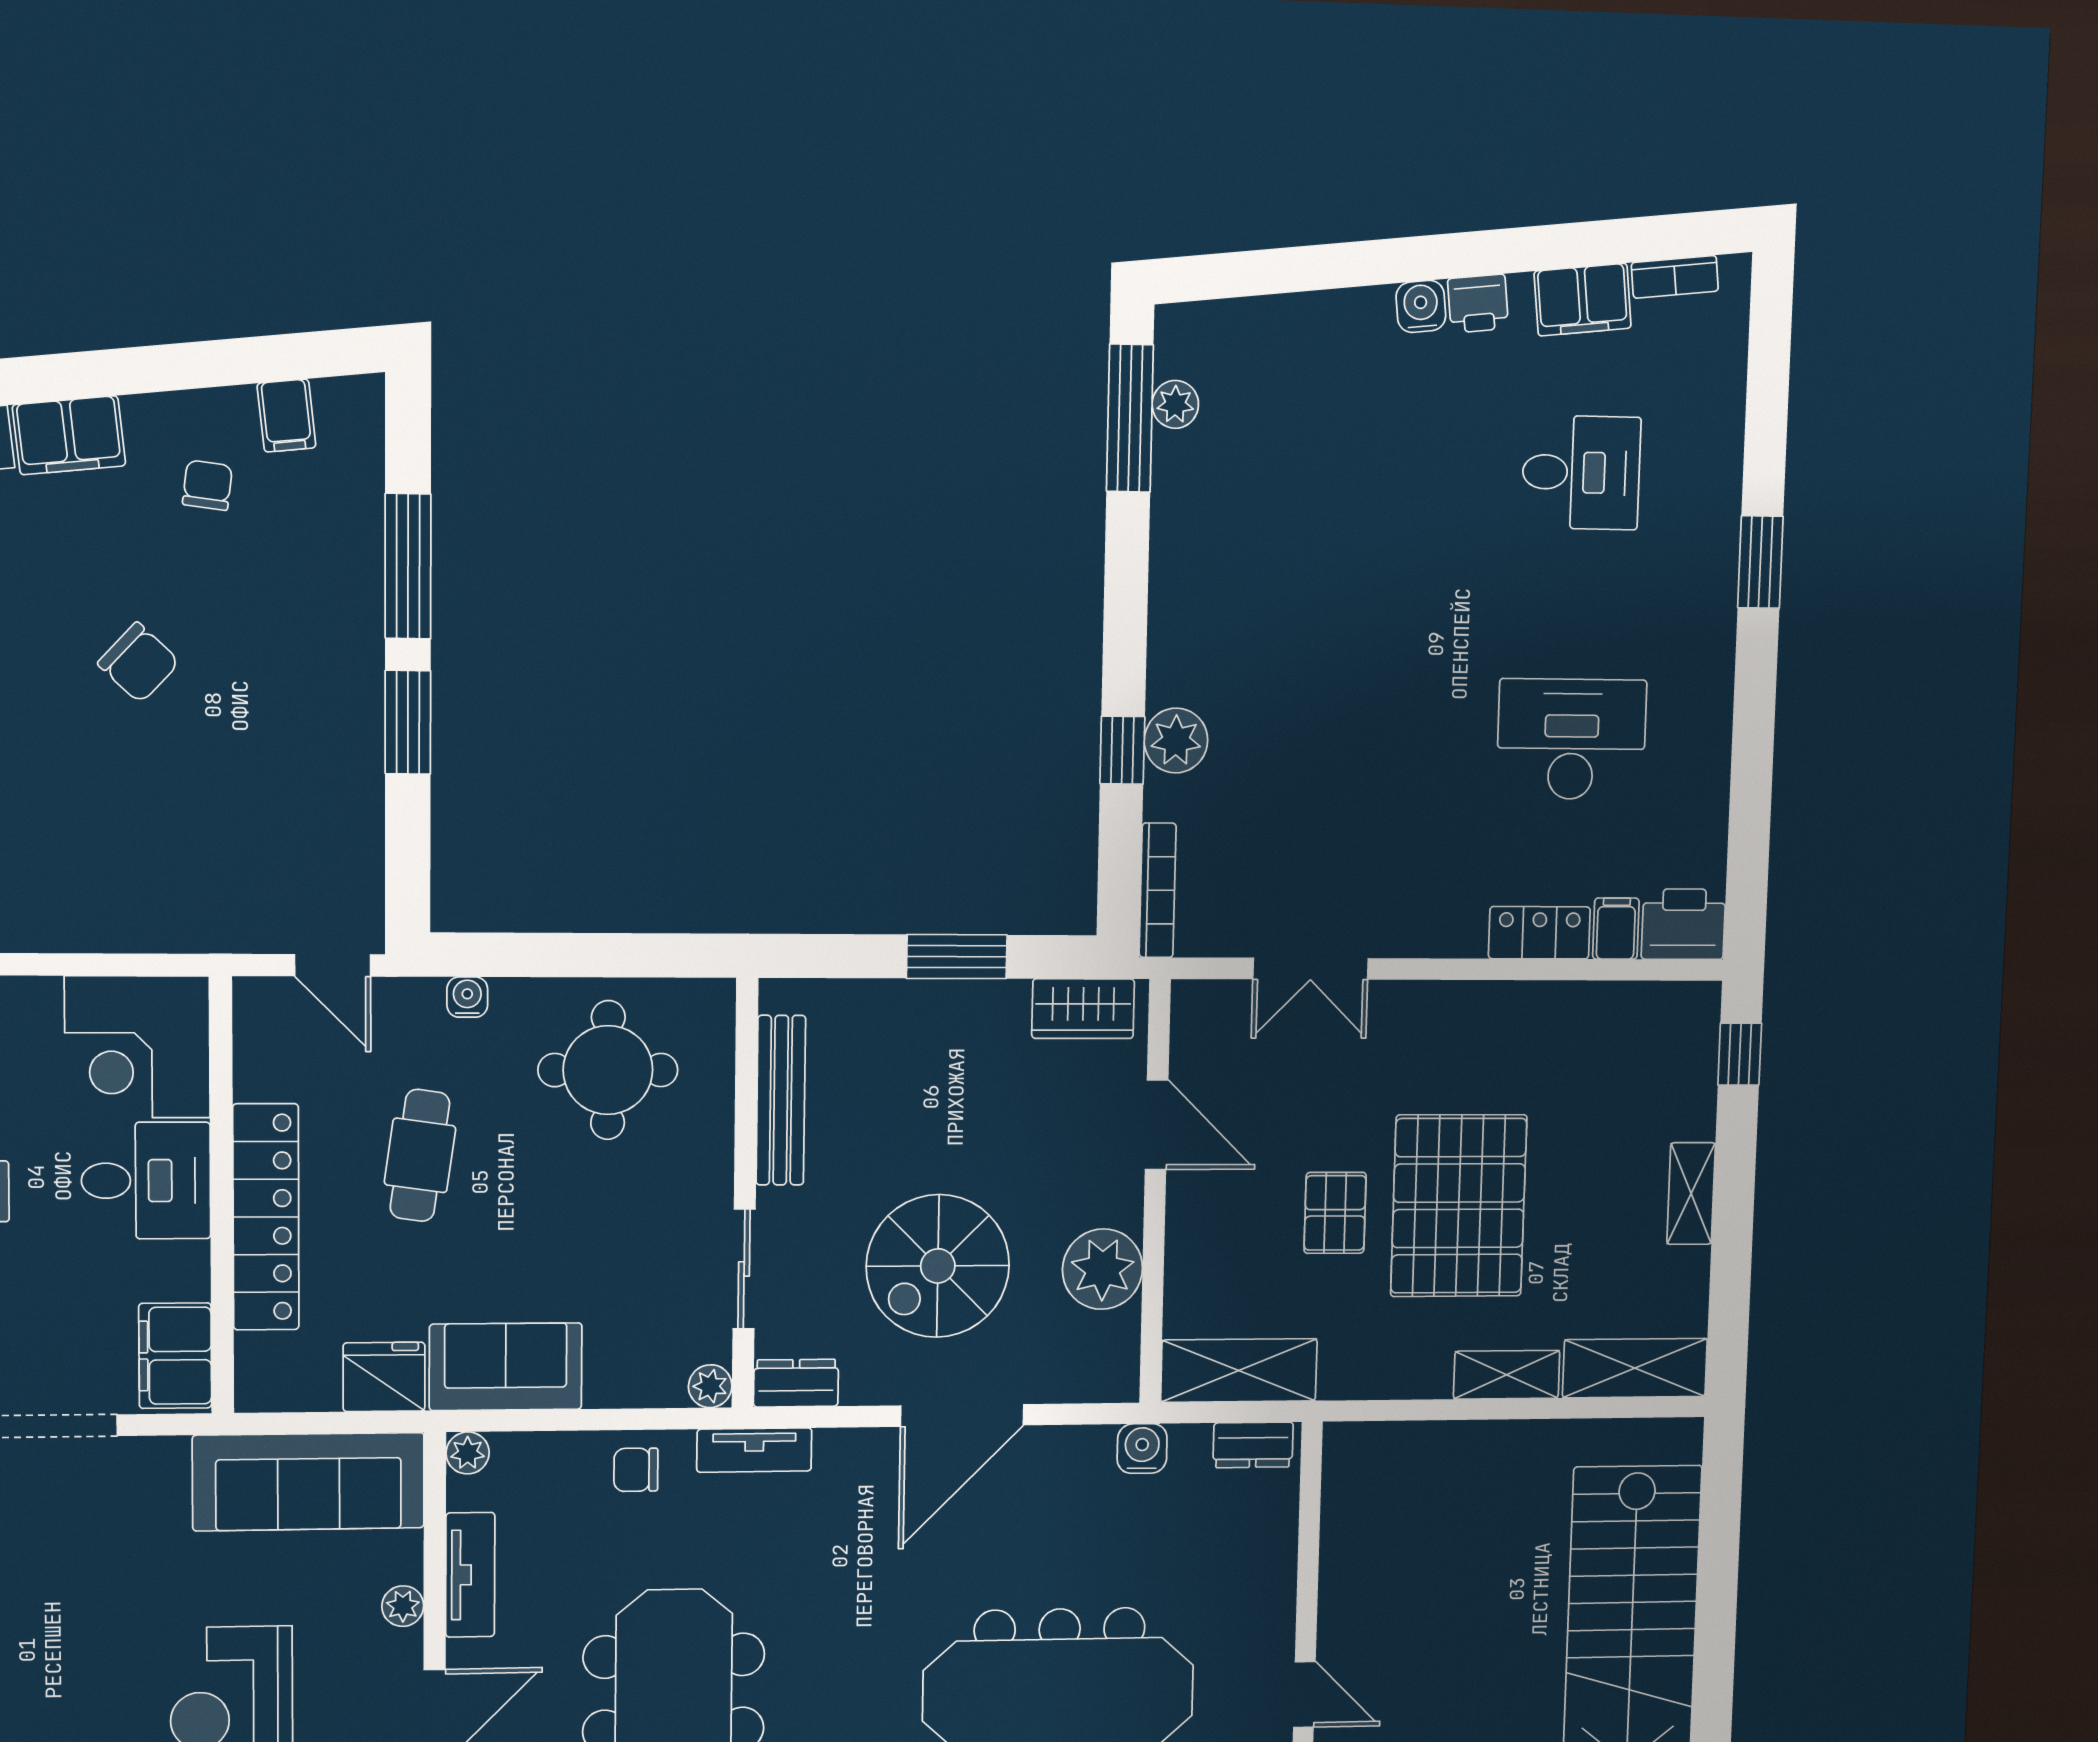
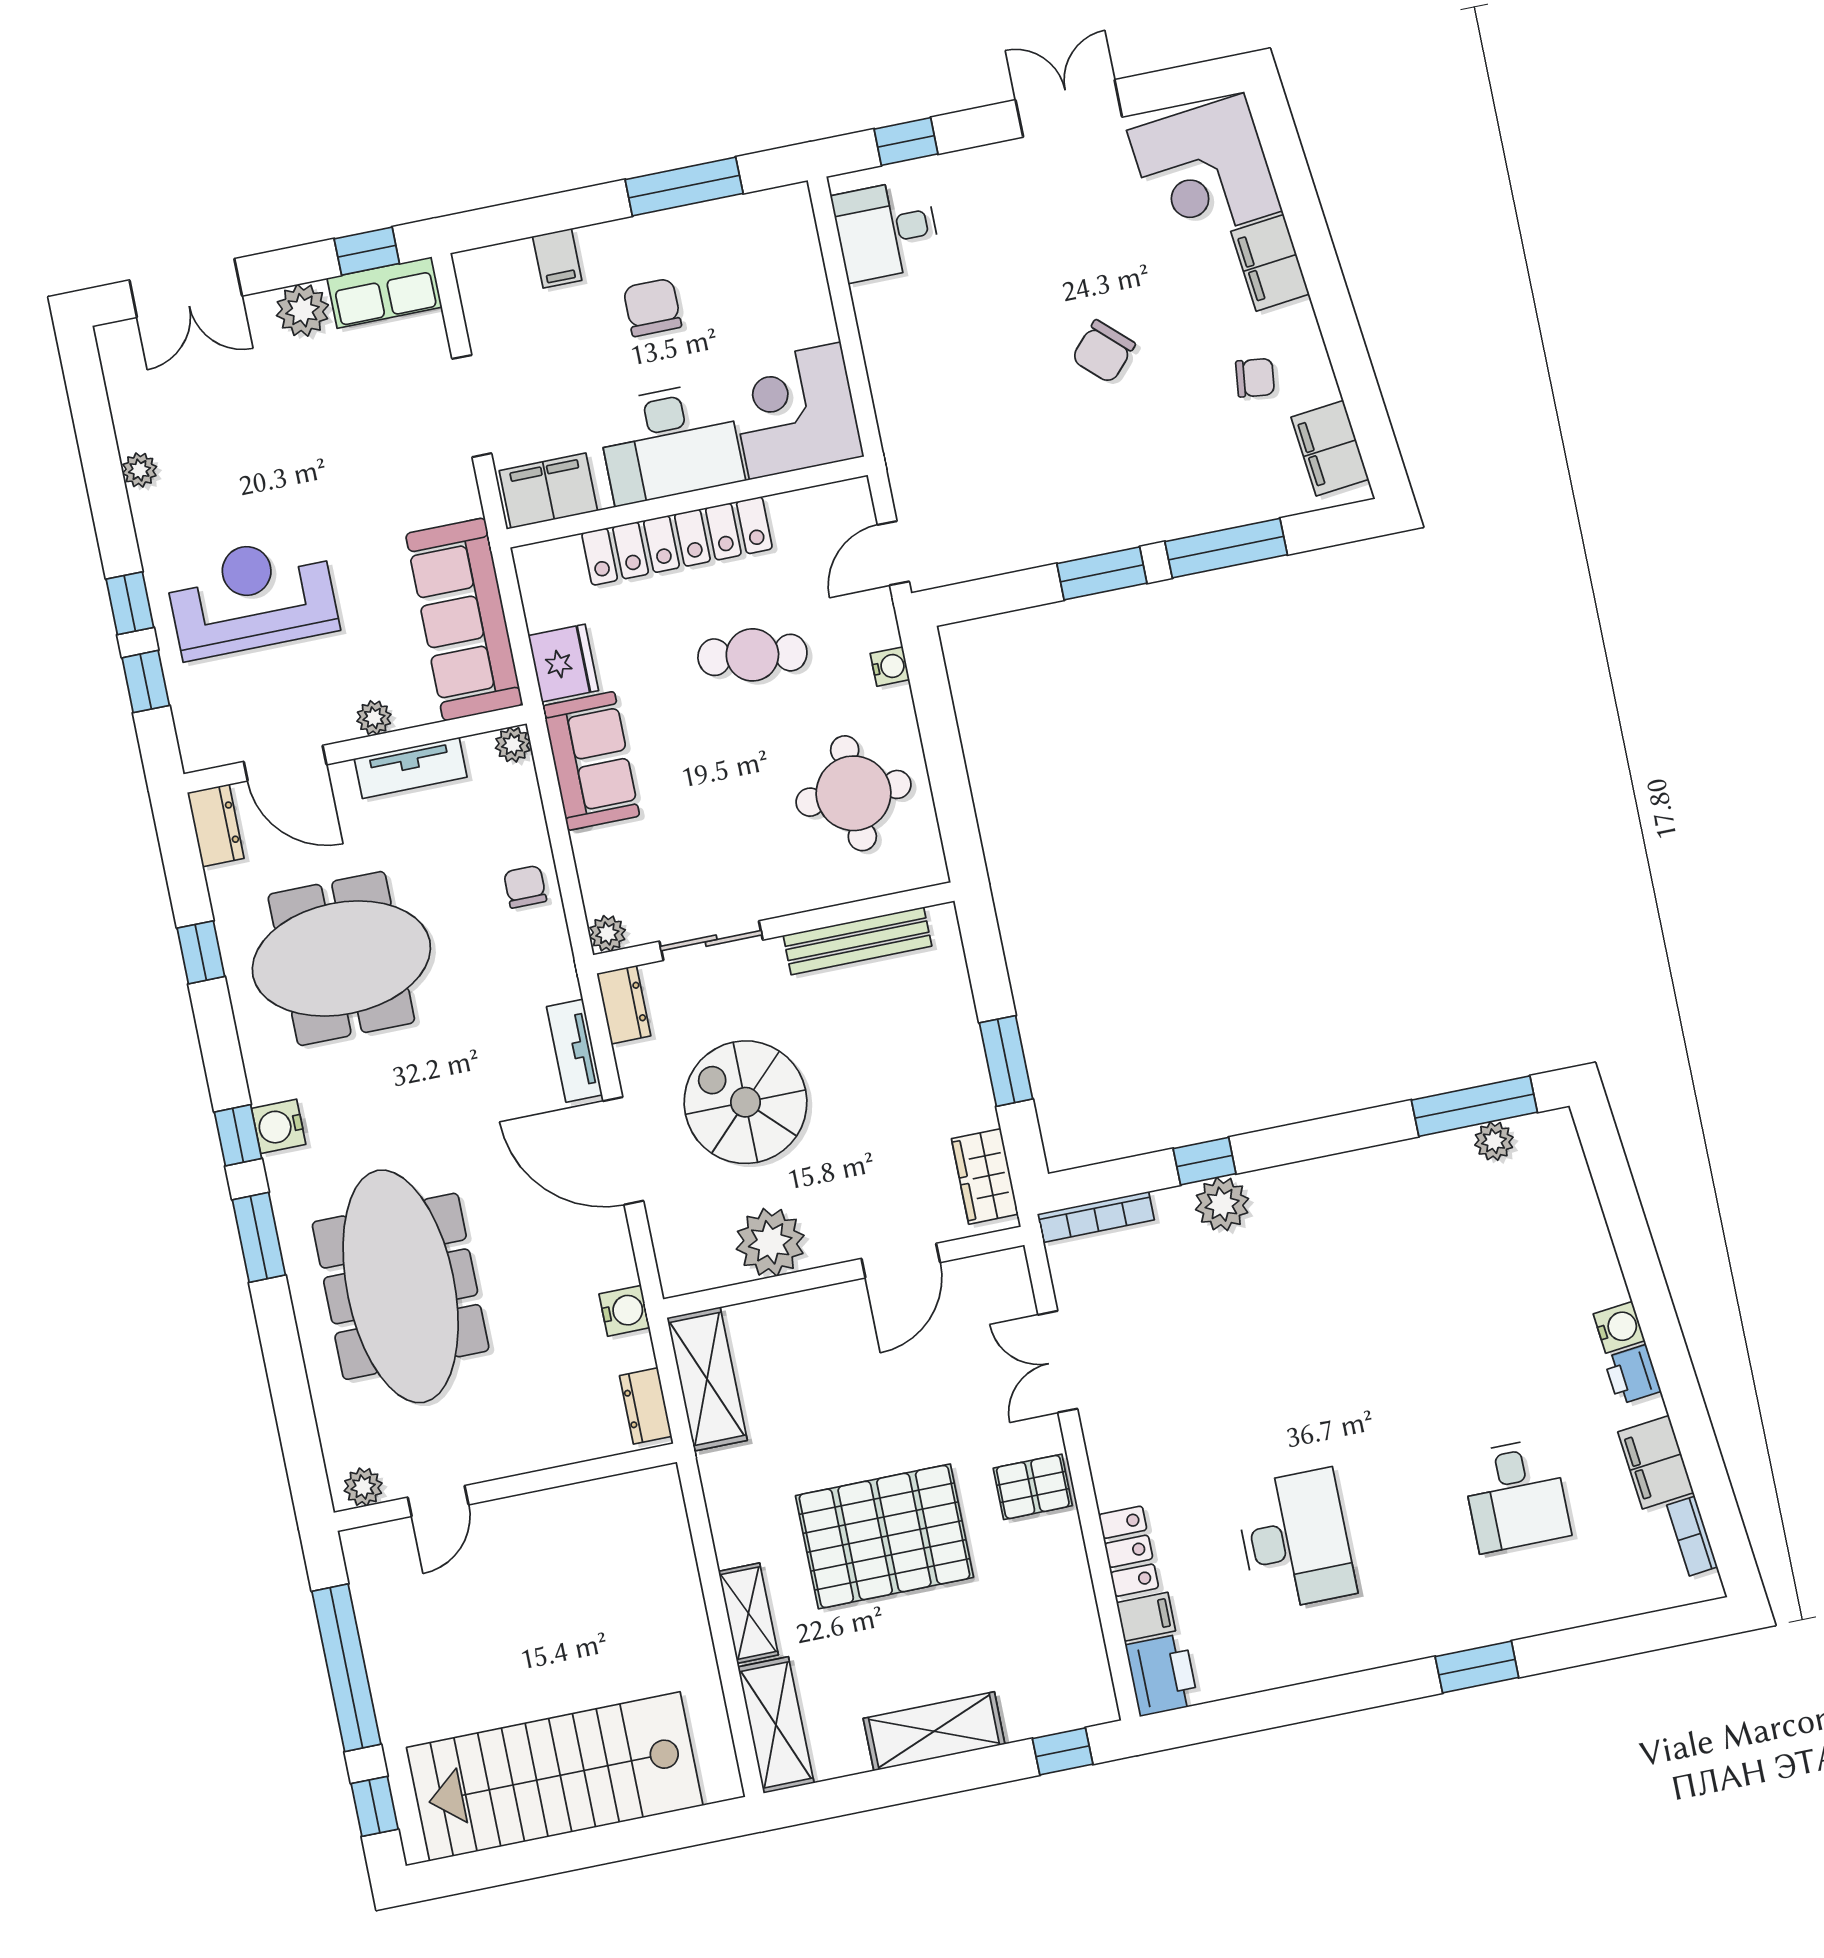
filing cabinet: (286, 416) -> (1330, 448), width x2.00
desk: (146, 1181) -> (670, 443), width x1.37
shelving: (1691, 1194) -> (934, 1731), width x1.50, depth x1.33
pallet: (1335, 1213) -> (1033, 1487), moved
tv unit: (754, 1450) -> (574, 1051), moved

